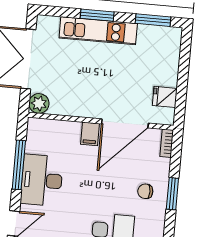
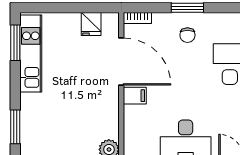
window: (97, 15) -> (15, 127), moved
kitchen unit: (98, 31) -> (31, 54), moved

